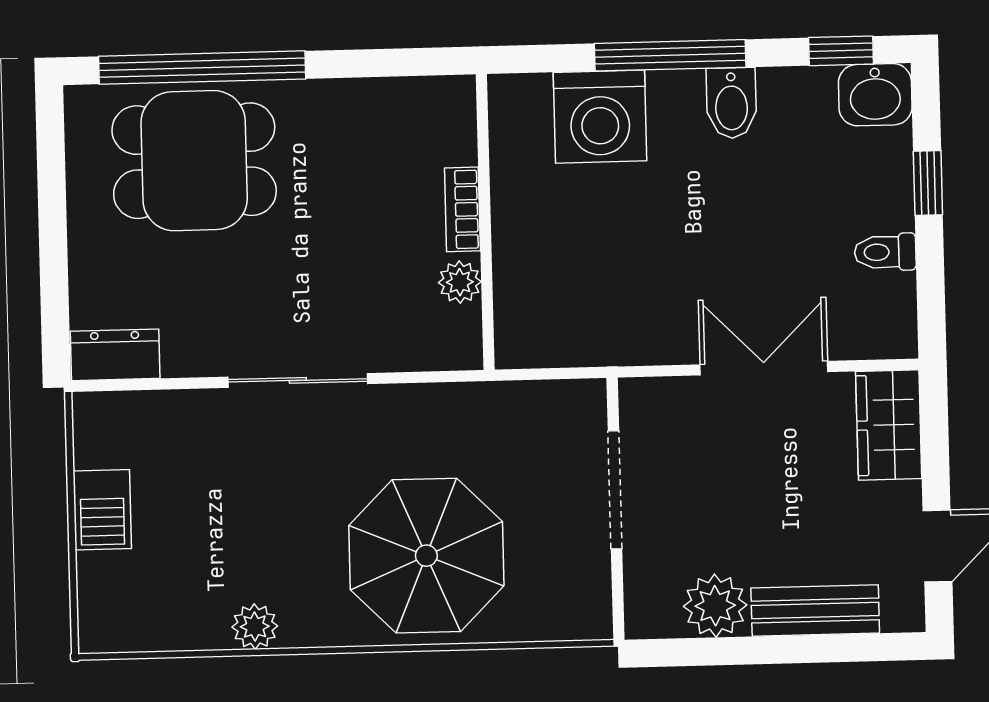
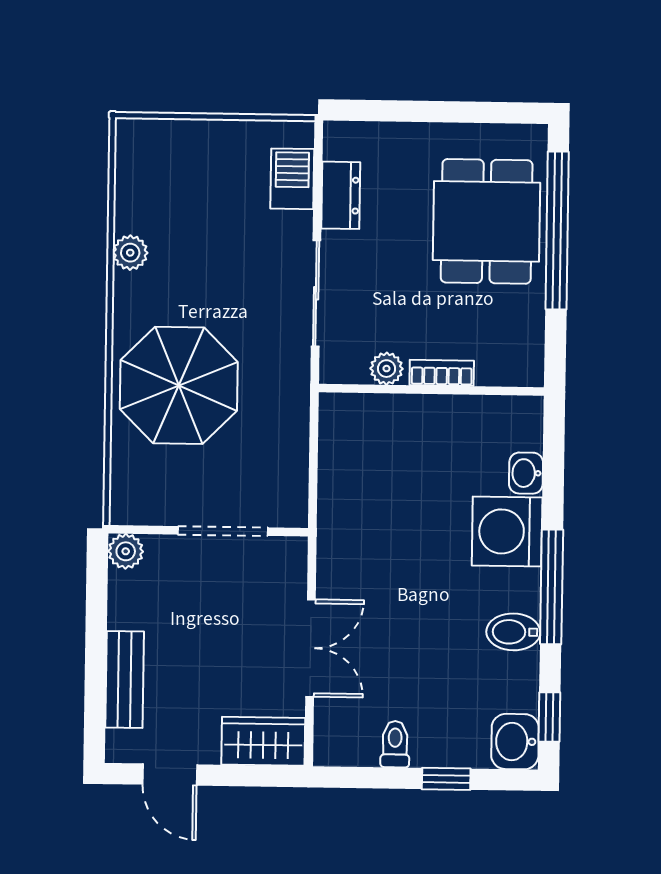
washbasin: (522, 95) -> (526, 473), added
bookcase: (462, 209) -> (442, 373), moved
wall: (485, 222) -> (431, 390), moved
plant: (460, 282) -> (387, 369), moved
dresser: (115, 355) -> (341, 195), moved
barbecue: (102, 510) -> (292, 179), moved, turned 90
plant: (715, 606) -> (126, 551), moved, width x0.73, depth x0.73

